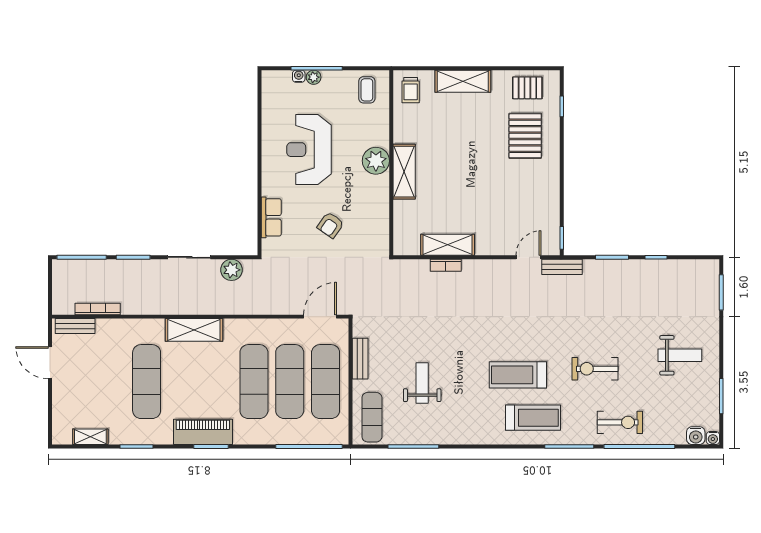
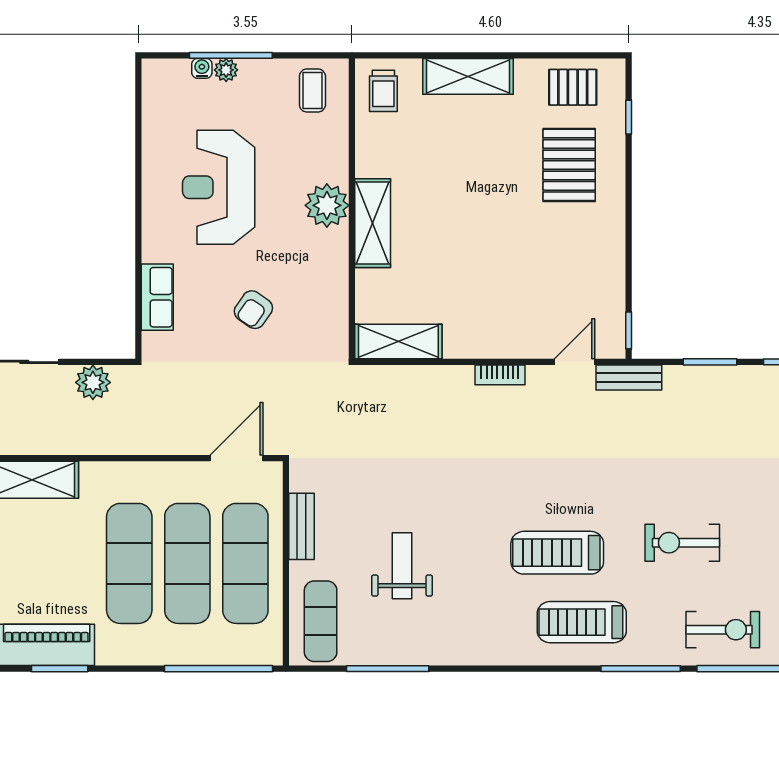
shelving: (448, 245) -> (398, 342), moved
bookcase: (446, 265) -> (500, 375), moved
treadmill: (533, 418) -> (582, 622), turned 180

